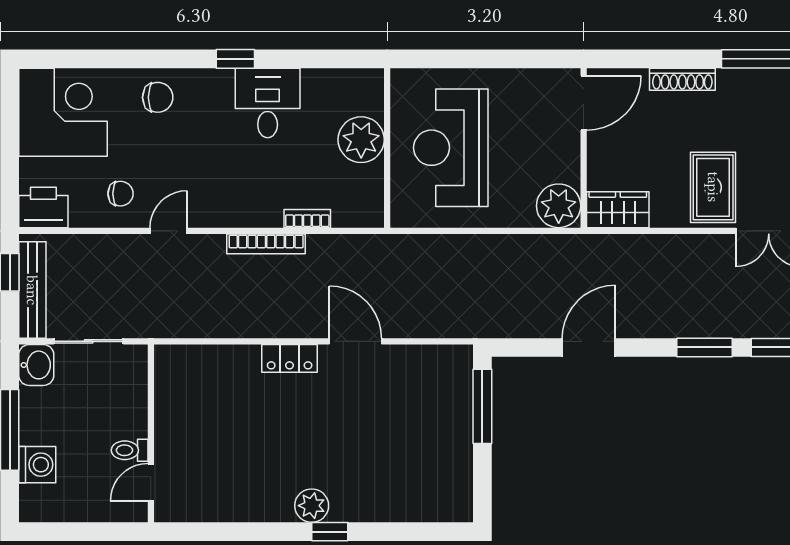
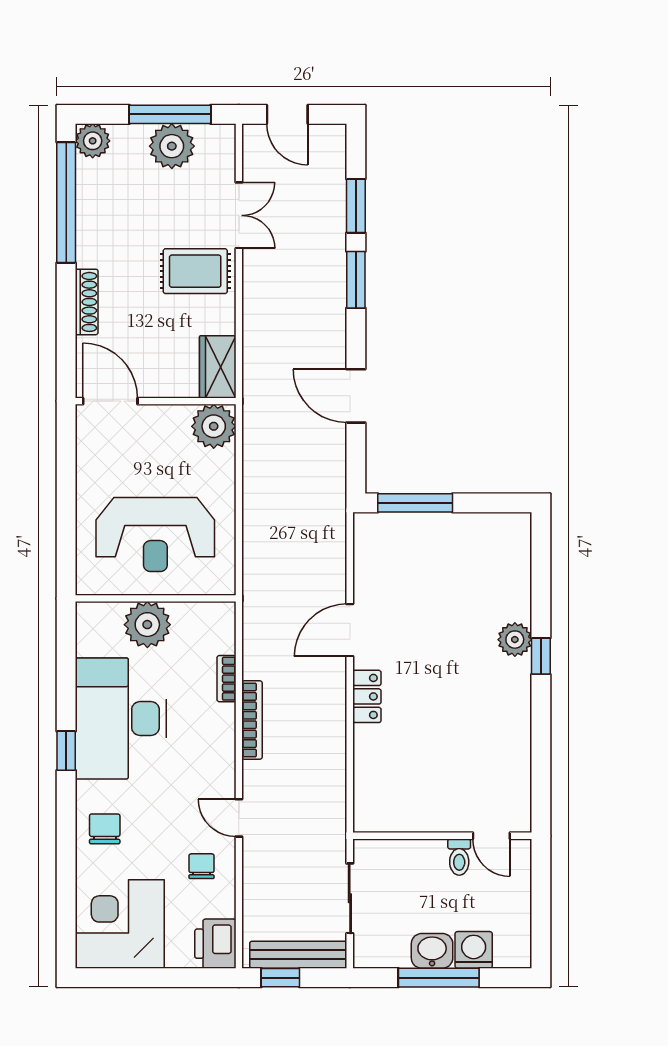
desk: (268, 103) -> (121, 719), width x1.87, depth x1.30
washbasin: (36, 365) -> (432, 951), moved
plant: (312, 506) -> (515, 640), moved

